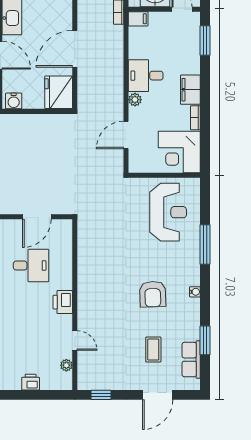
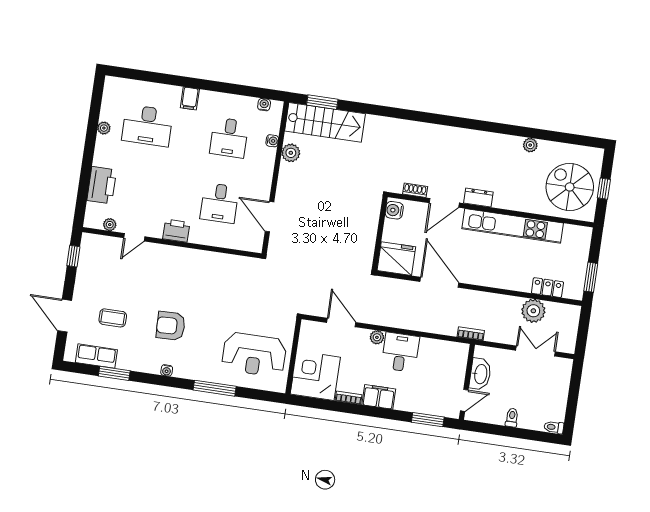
filing cabinet: (138, 19) -> (461, 353), removed
printer: (31, 382) -> (102, 185), width x1.87, depth x1.48

